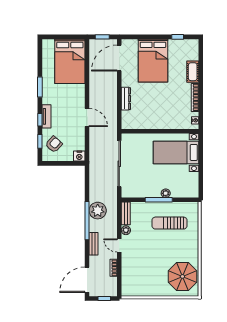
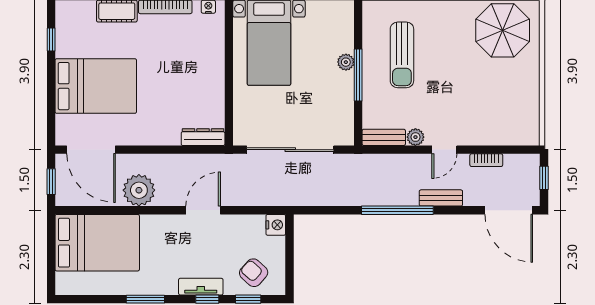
dresser: (126, 99) -> (203, 137), moved
plant: (98, 211) -> (139, 190), moved

